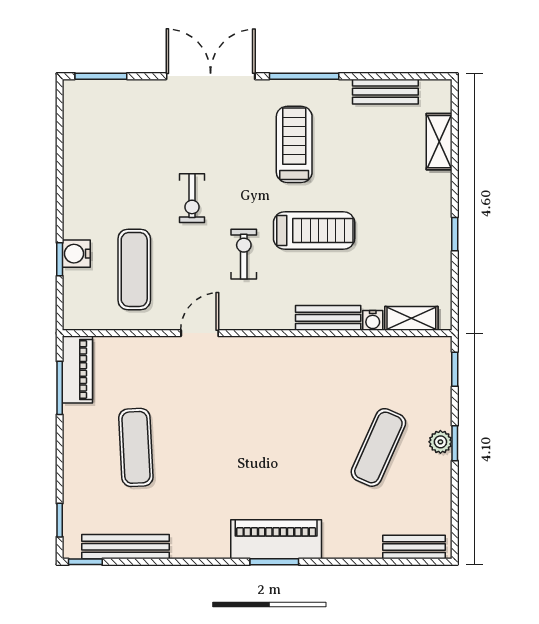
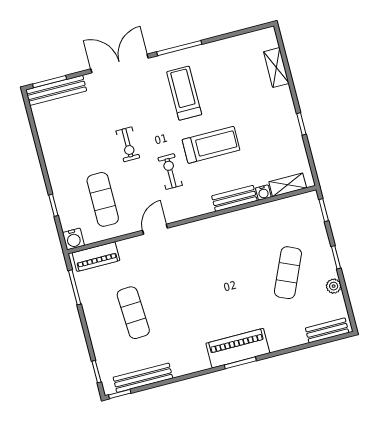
bench: (385, 92) -> (56, 90), moved, width x1.36
water cooler: (76, 254) -> (73, 239), moved, turned -90
piano: (77, 369) -> (96, 257), moved, turned 90
plant: (440, 442) -> (334, 286), moved

